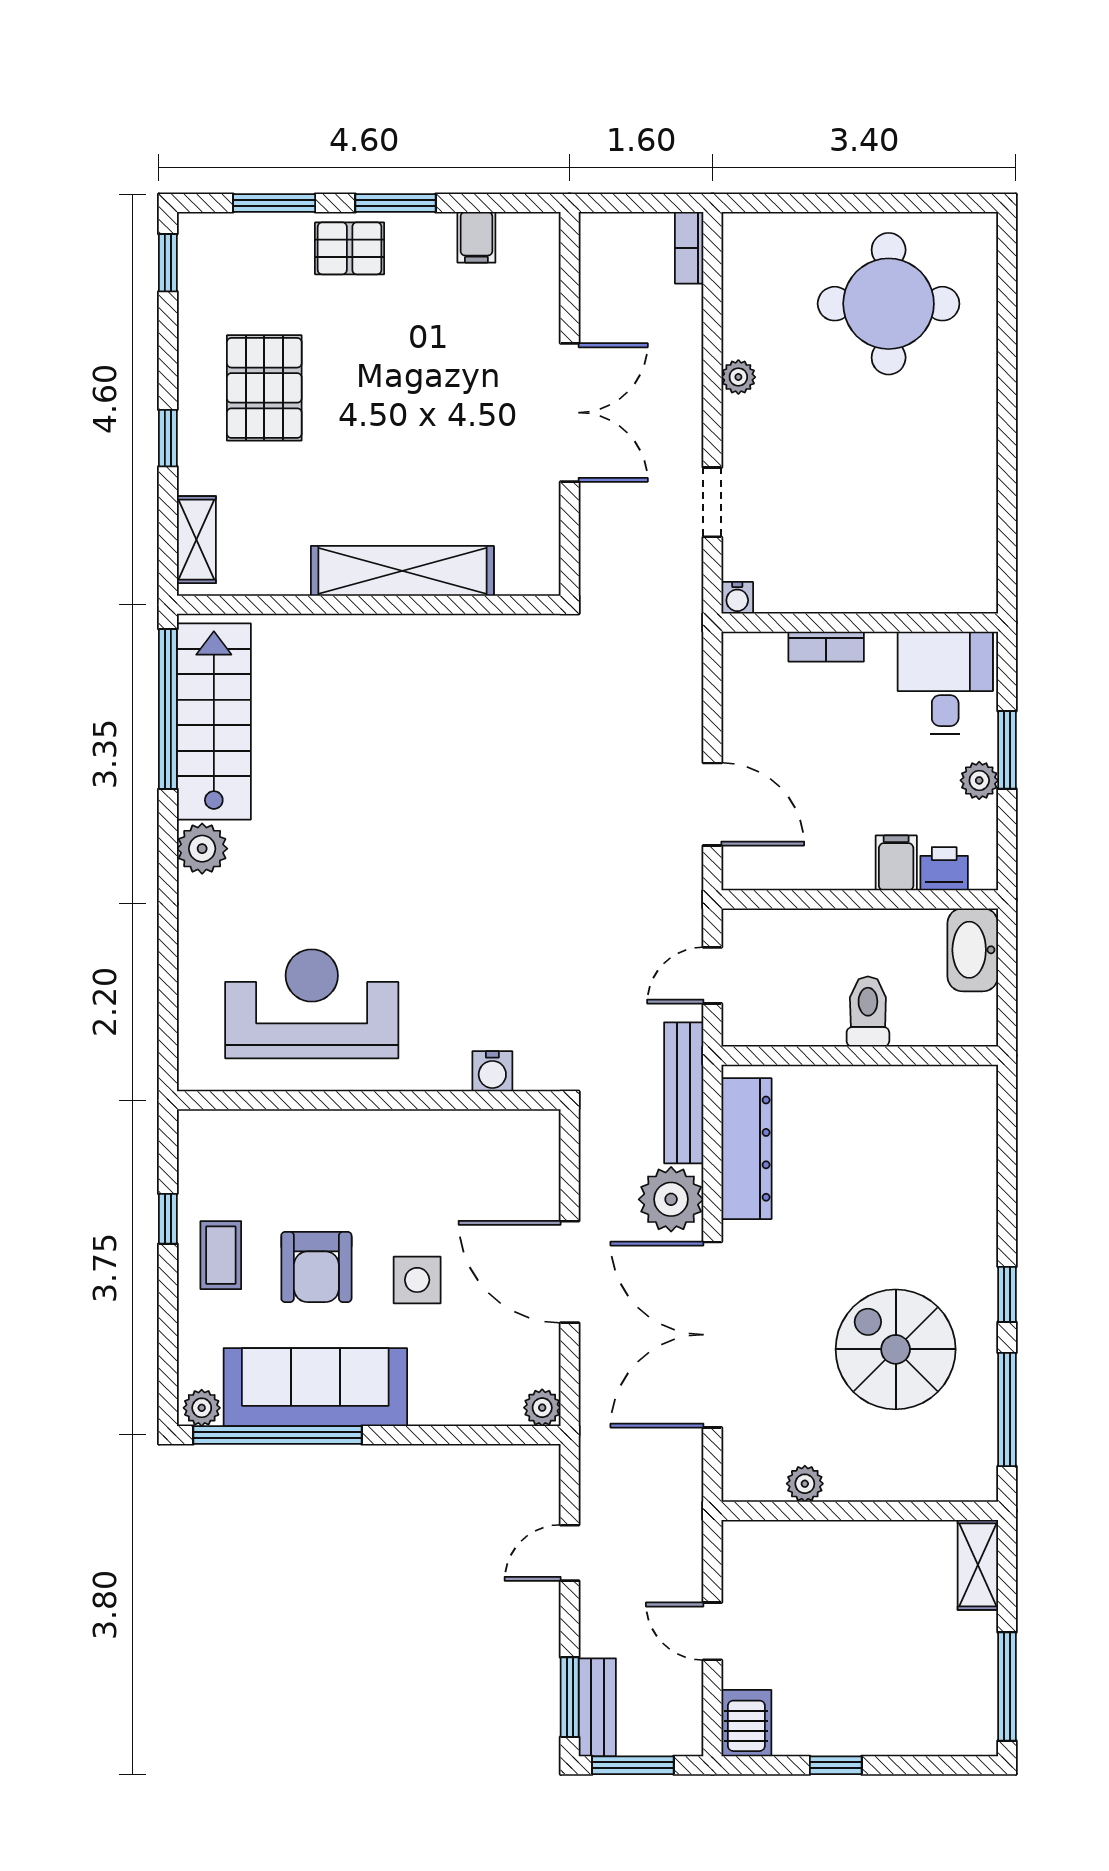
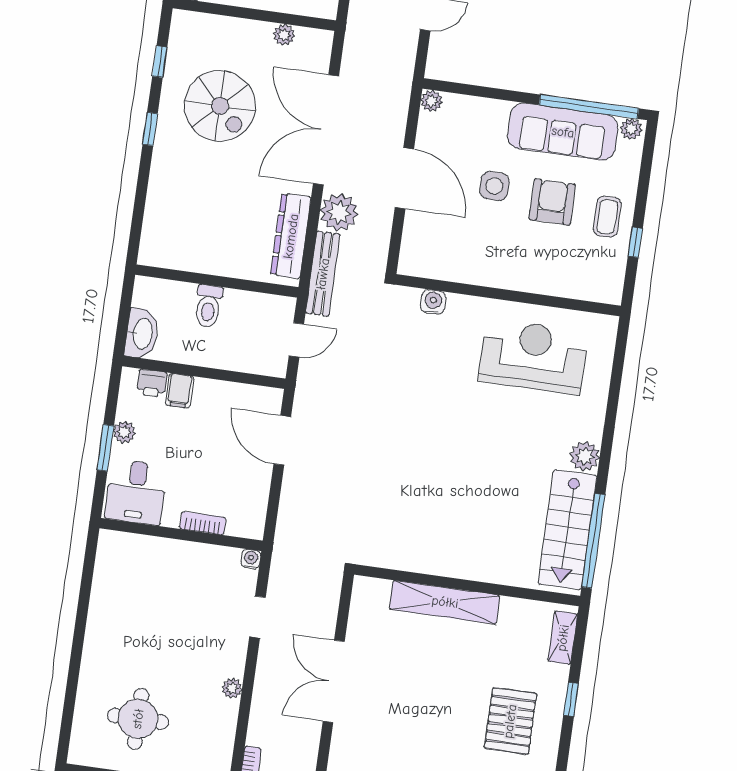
round table: (889, 304) -> (138, 719), width x0.73, depth x0.73
reception desk: (312, 1004) -> (533, 356), turned 180
double door: (712, 1335) -> (326, 130), swing flipped
window: (1007, 1410) -> (160, 62), width x0.46

